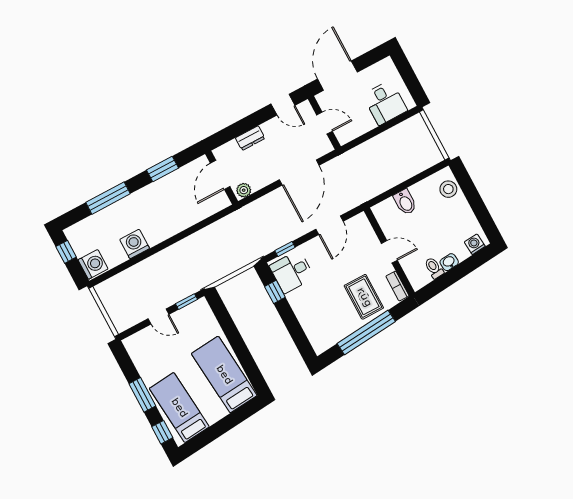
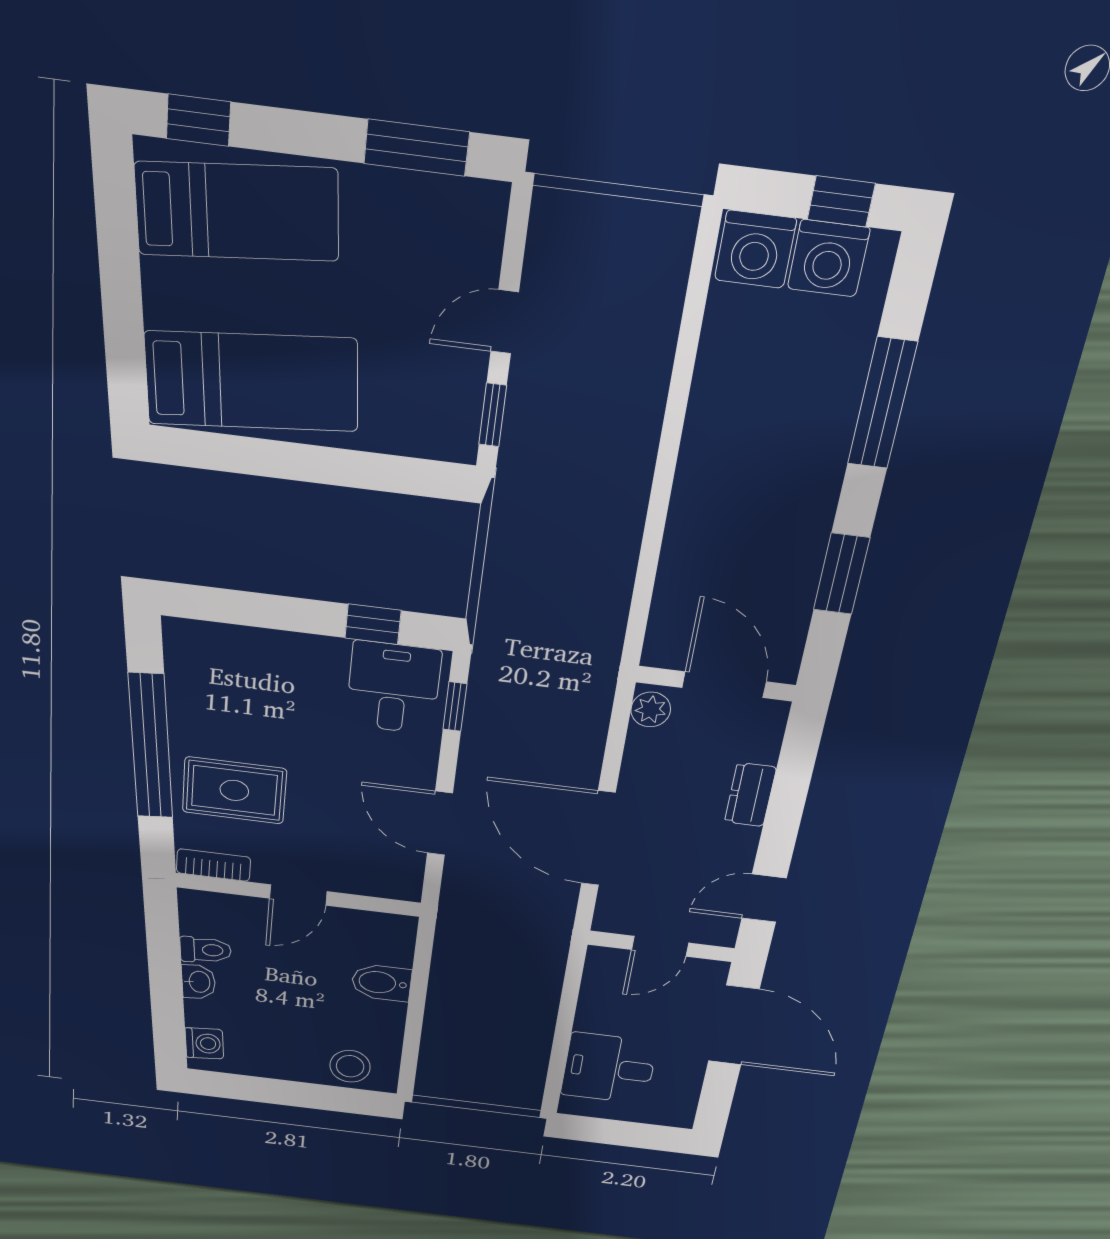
washing machine: (135, 244) -> (829, 258), moved, turned 90
window: (142, 395) -> (417, 148), moved

